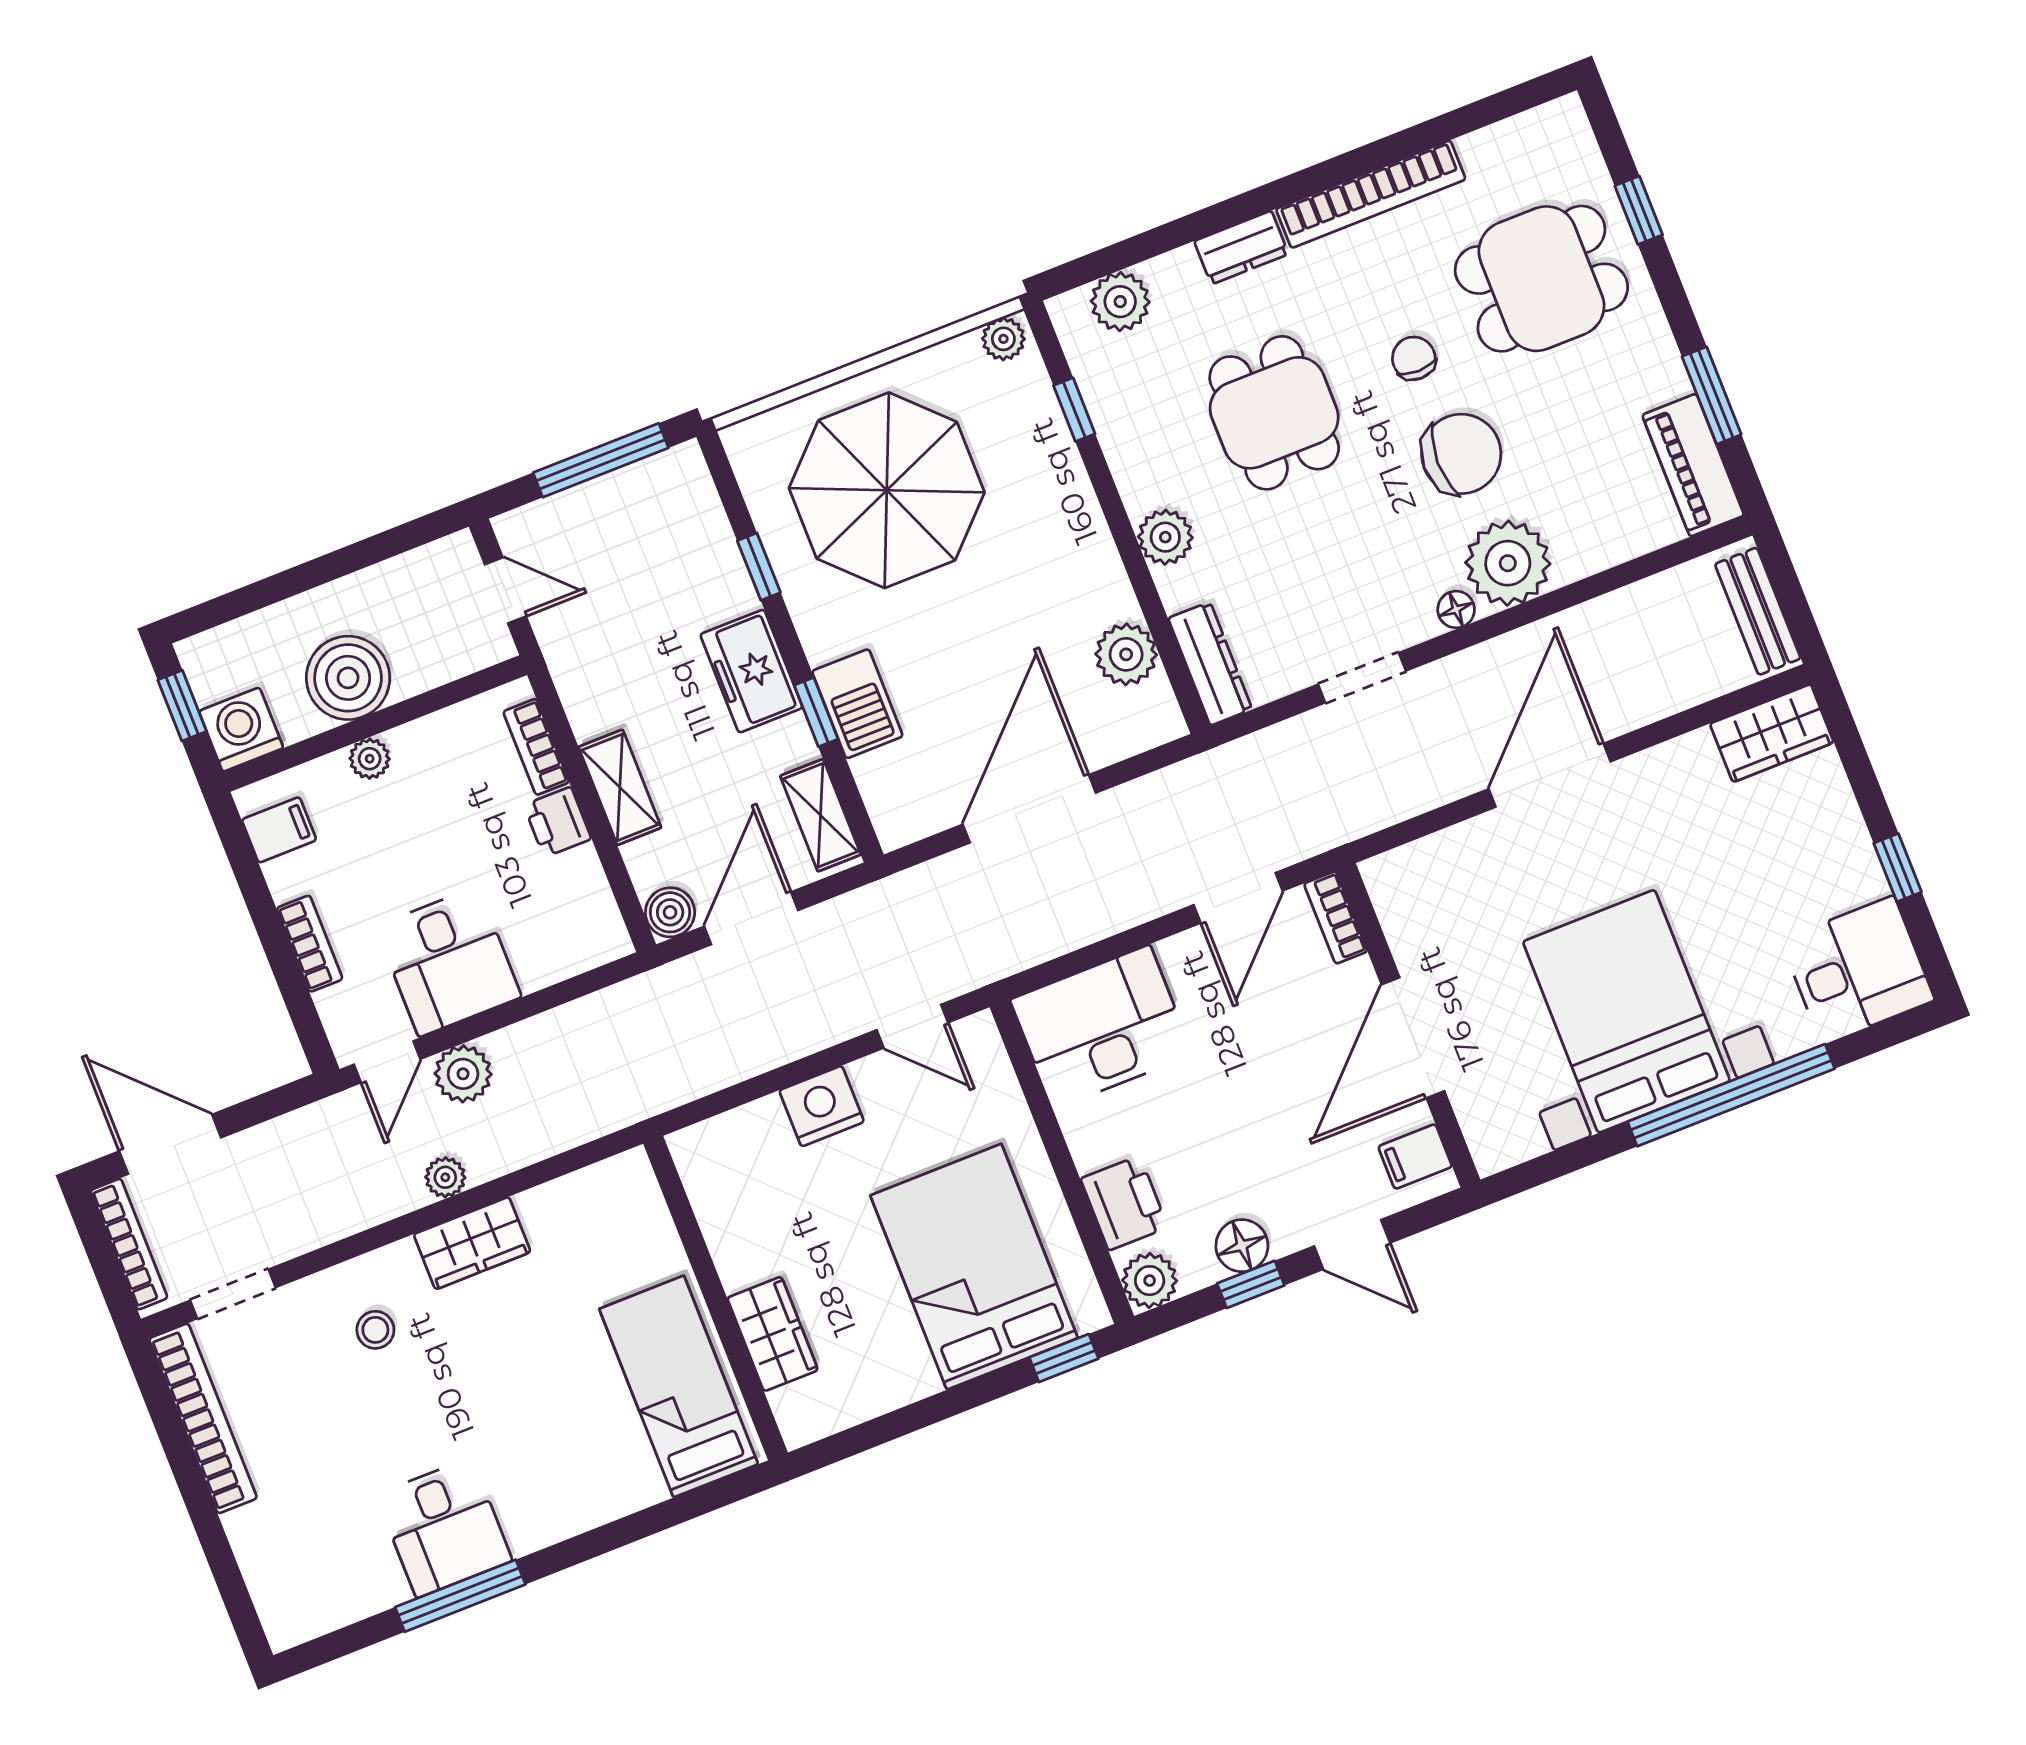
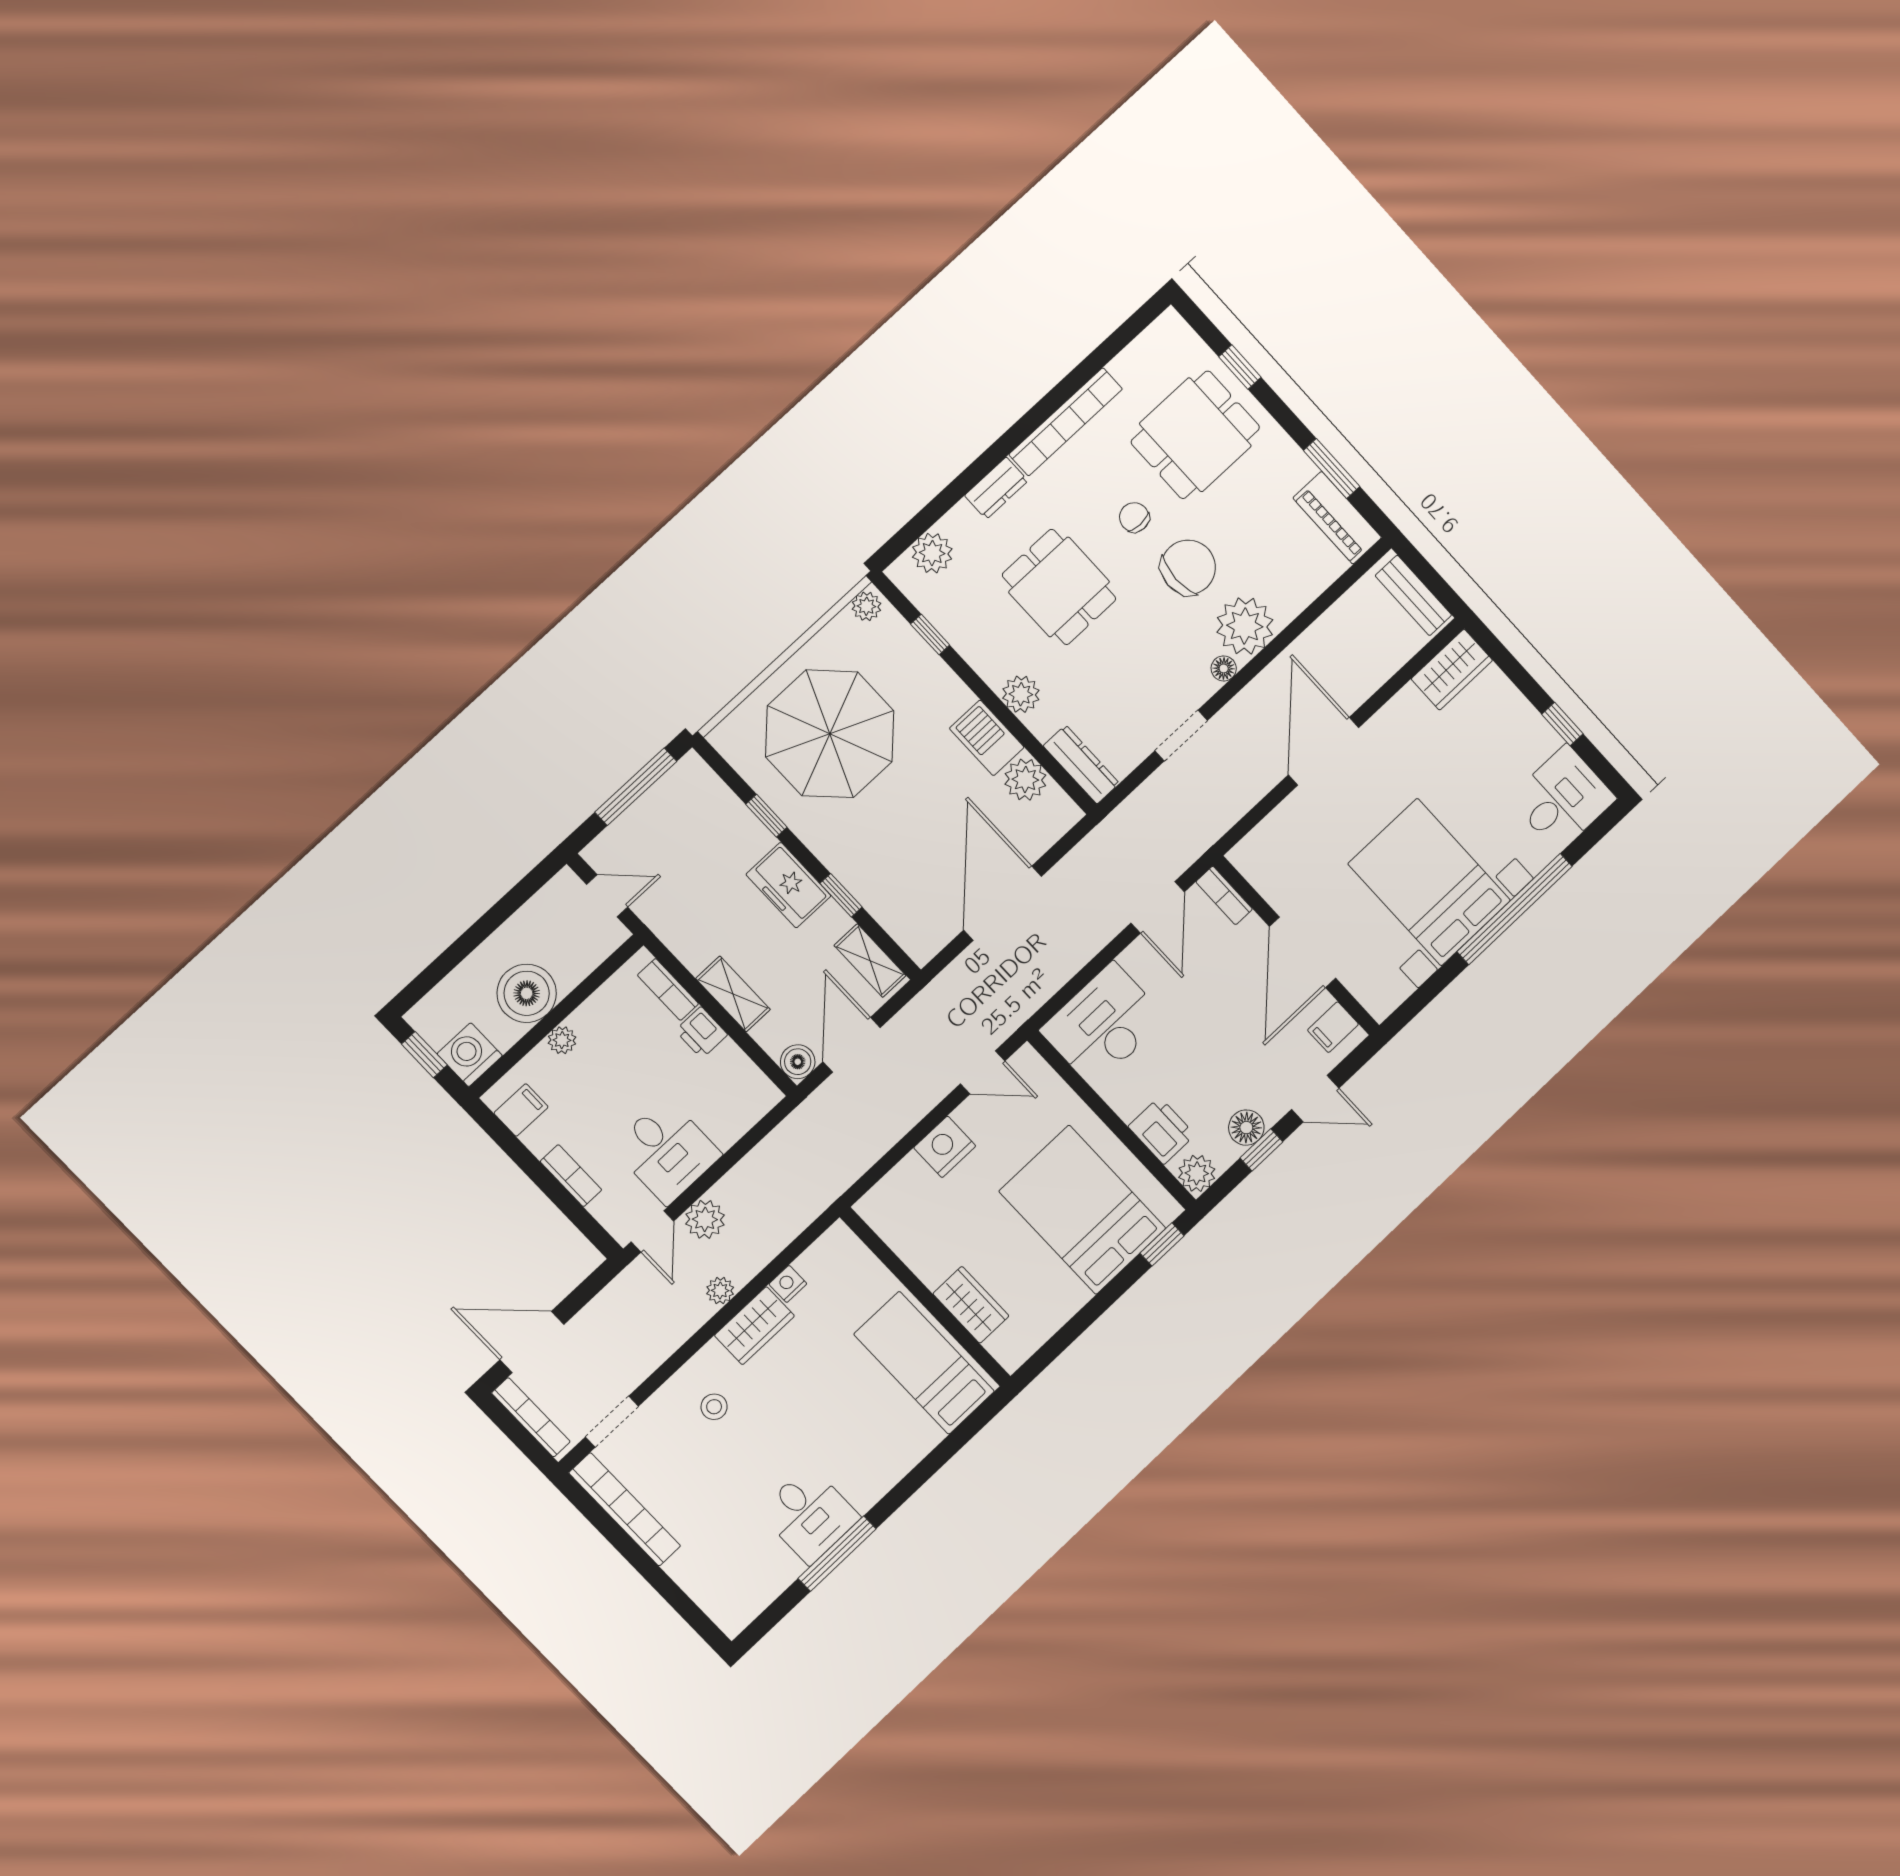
barbecue: (857, 704) -> (987, 738), moved, turned 180
nightstand: (539, 1205) -> (788, 1284), added

